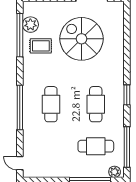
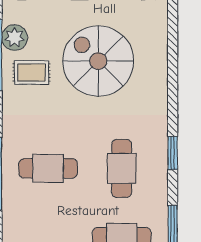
cafe table: (51, 104) -> (48, 168), turned 90

